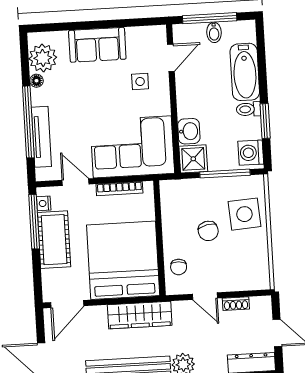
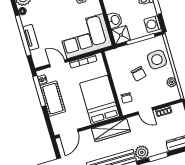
tv unit: (41, 137) -> (31, 37), width x0.71
plant: (261, 258) -> (172, 82), added
bed: (123, 260) -> (100, 100), width x0.73

